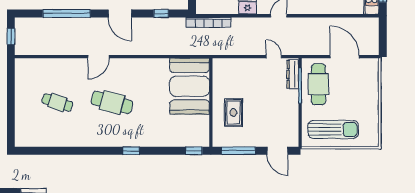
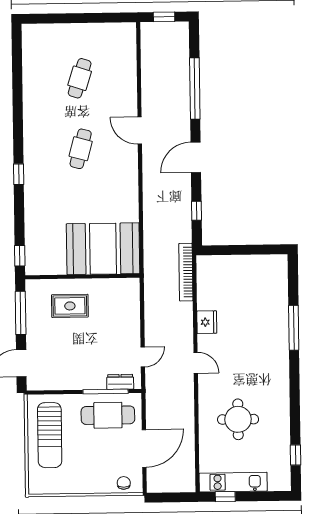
chair: (371, 73) -> (124, 483), added
dresser: (293, 74) -> (120, 382), width x0.70
cafe table: (112, 102) -> (81, 149), width x0.73, depth x0.74

